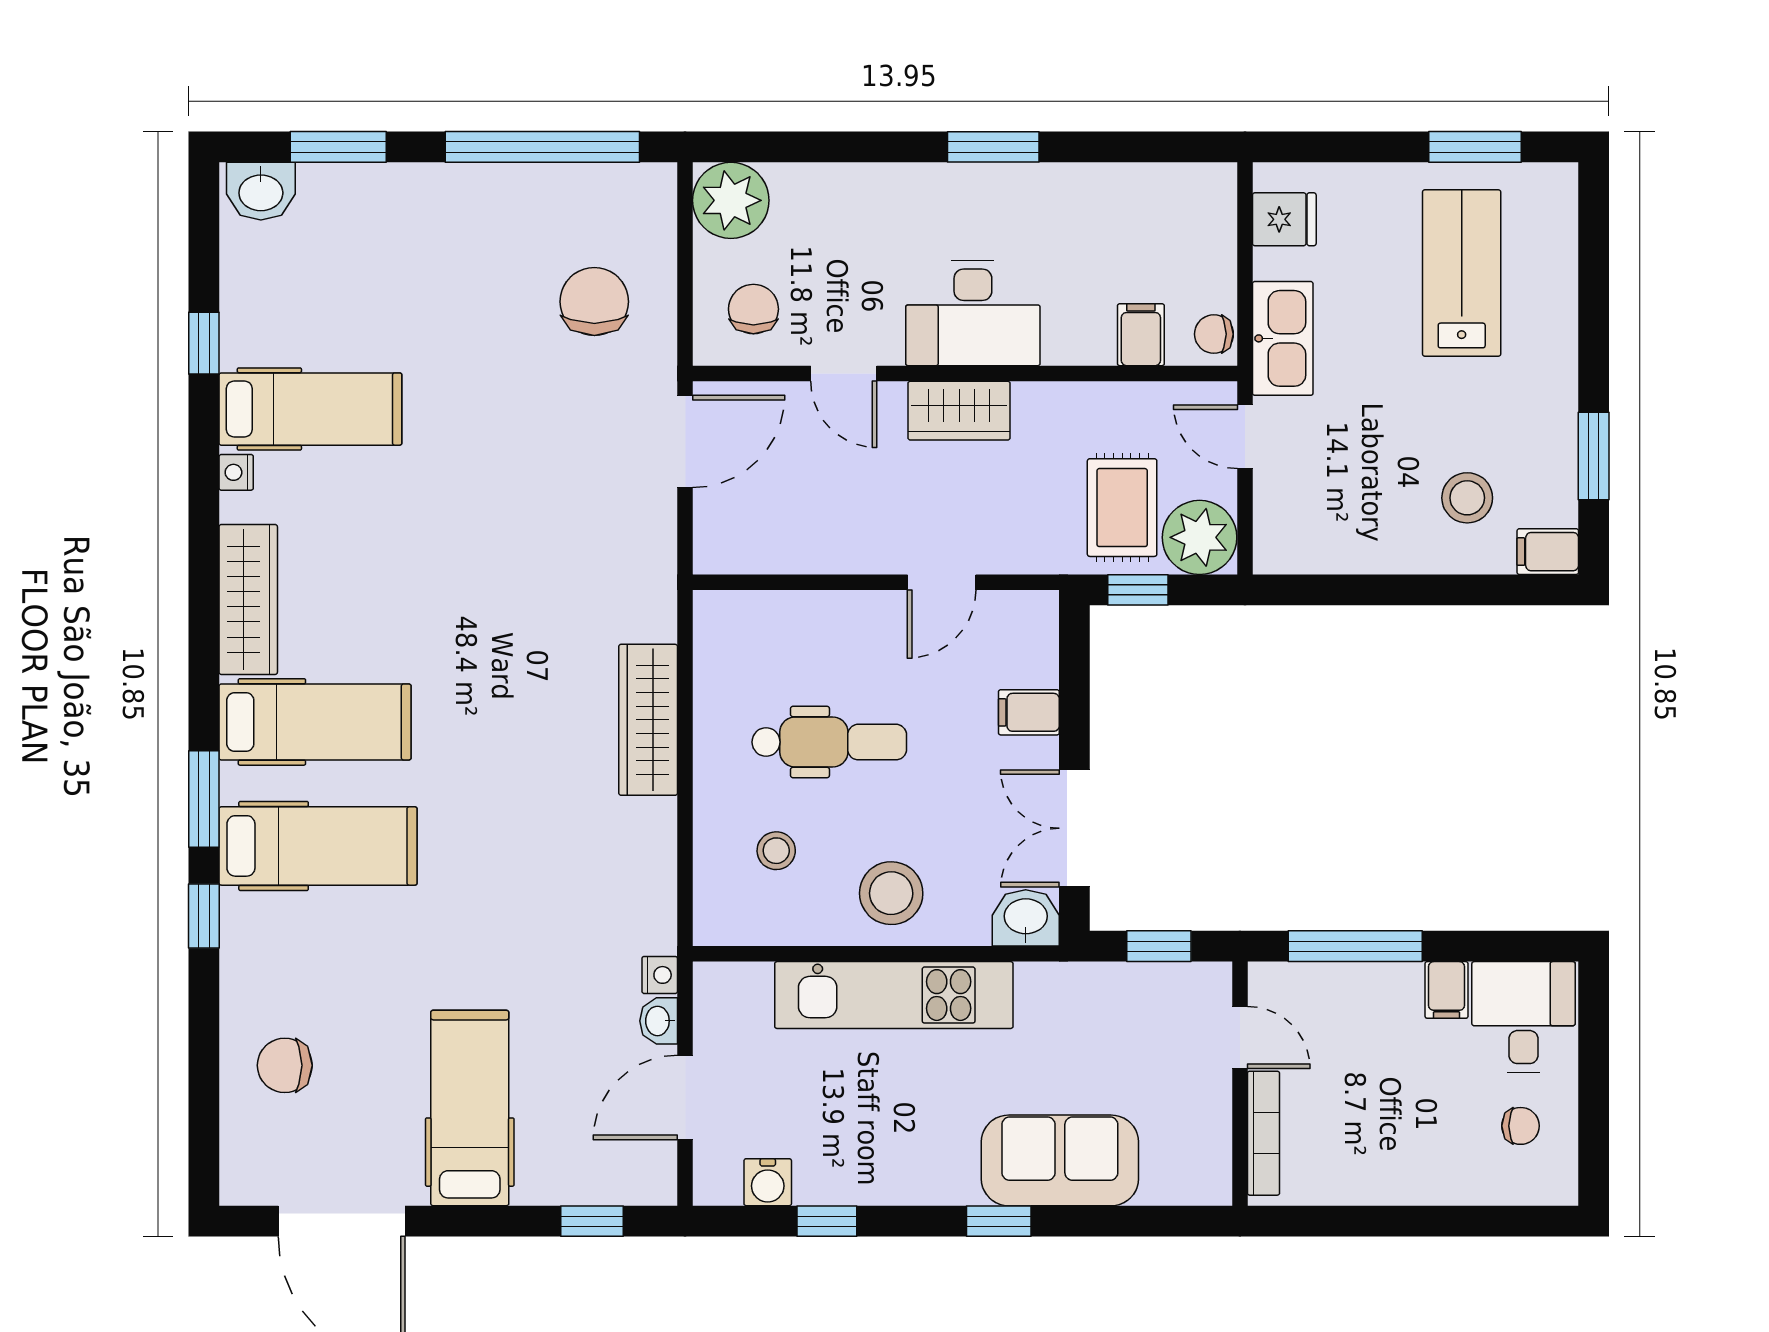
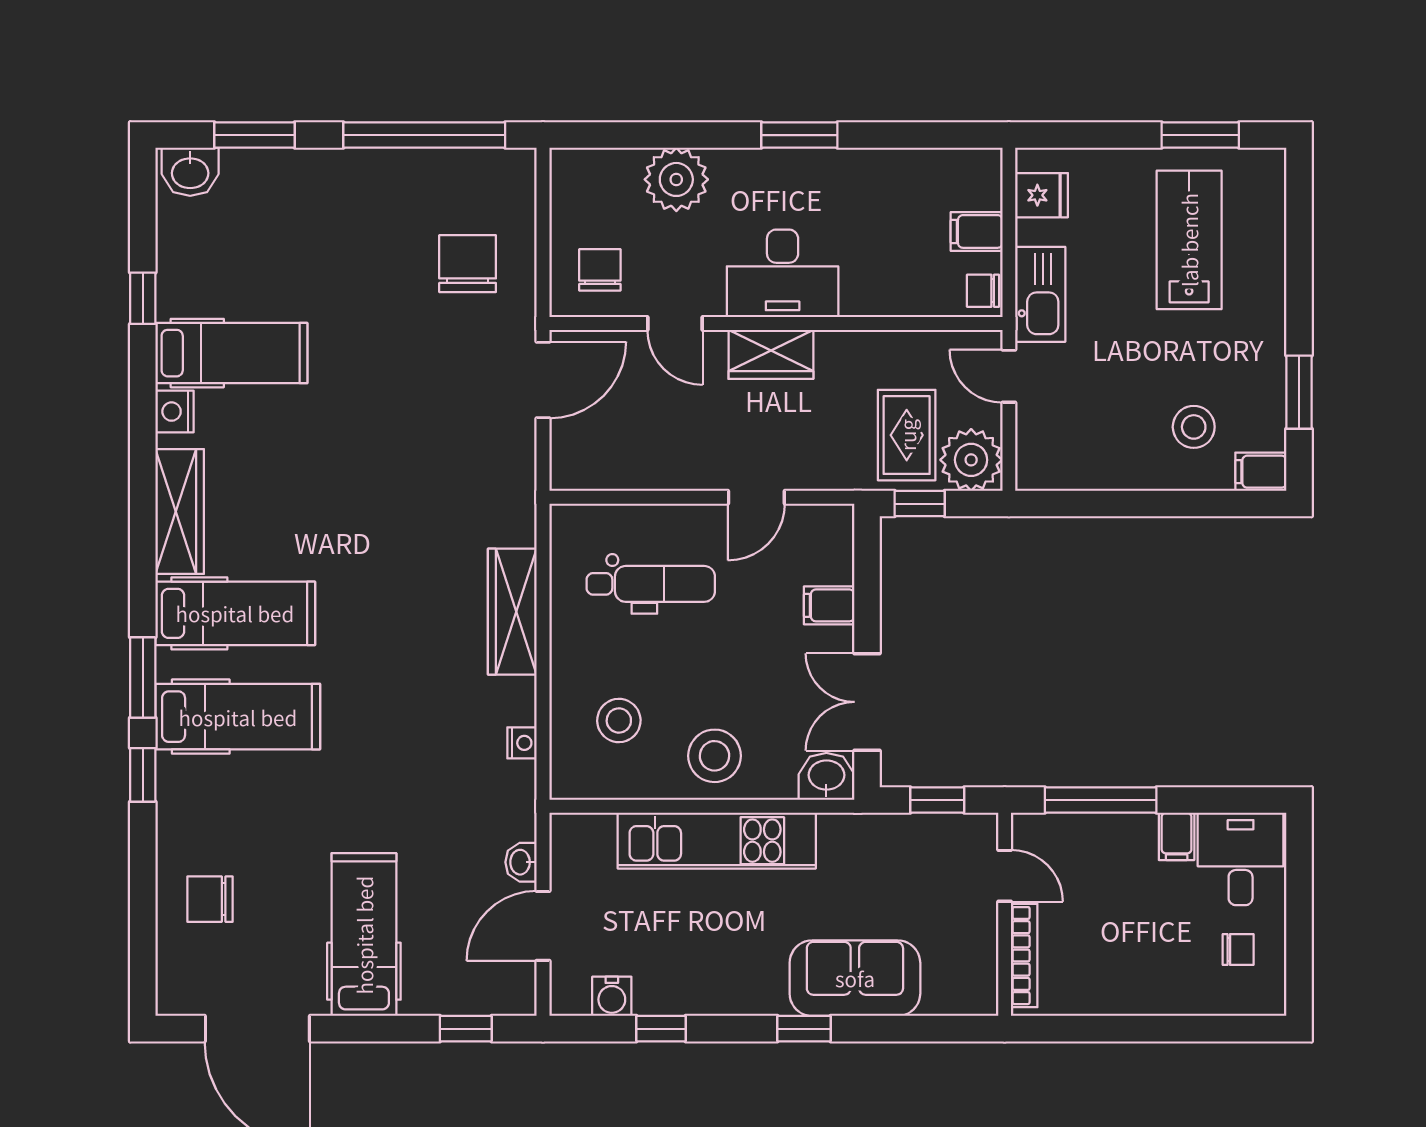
plant: (731, 200) -> (676, 179), moved
filing cabinet: (1141, 335) -> (977, 231), moved, turned -90
nightstand: (236, 472) -> (175, 412), width x1.39, depth x1.35
dental chair: (829, 742) -> (651, 584), moved
stool: (776, 851) -> (619, 720), width x1.37, depth x1.37
nightstand: (660, 975) -> (522, 743), moved

